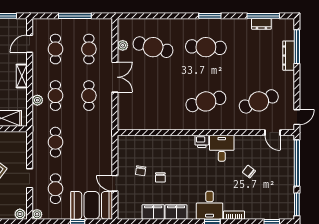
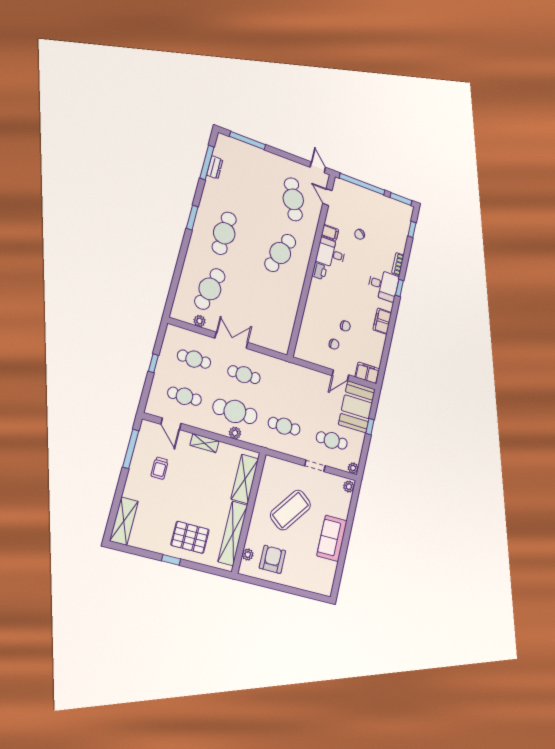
window: (75, 16) -> (153, 363), width x0.46
dresser: (289, 56) -> (254, 152), removed
cafe table: (55, 96) -> (235, 411), width x1.37, depth x1.35
cafe table: (206, 101) -> (280, 253), turned 36
door: (272, 133) -> (327, 197), swing flipped
filing cabinet: (241, 143) -> (330, 232), added
filing cabinet: (153, 212) -> (367, 373), moved, turned 90

